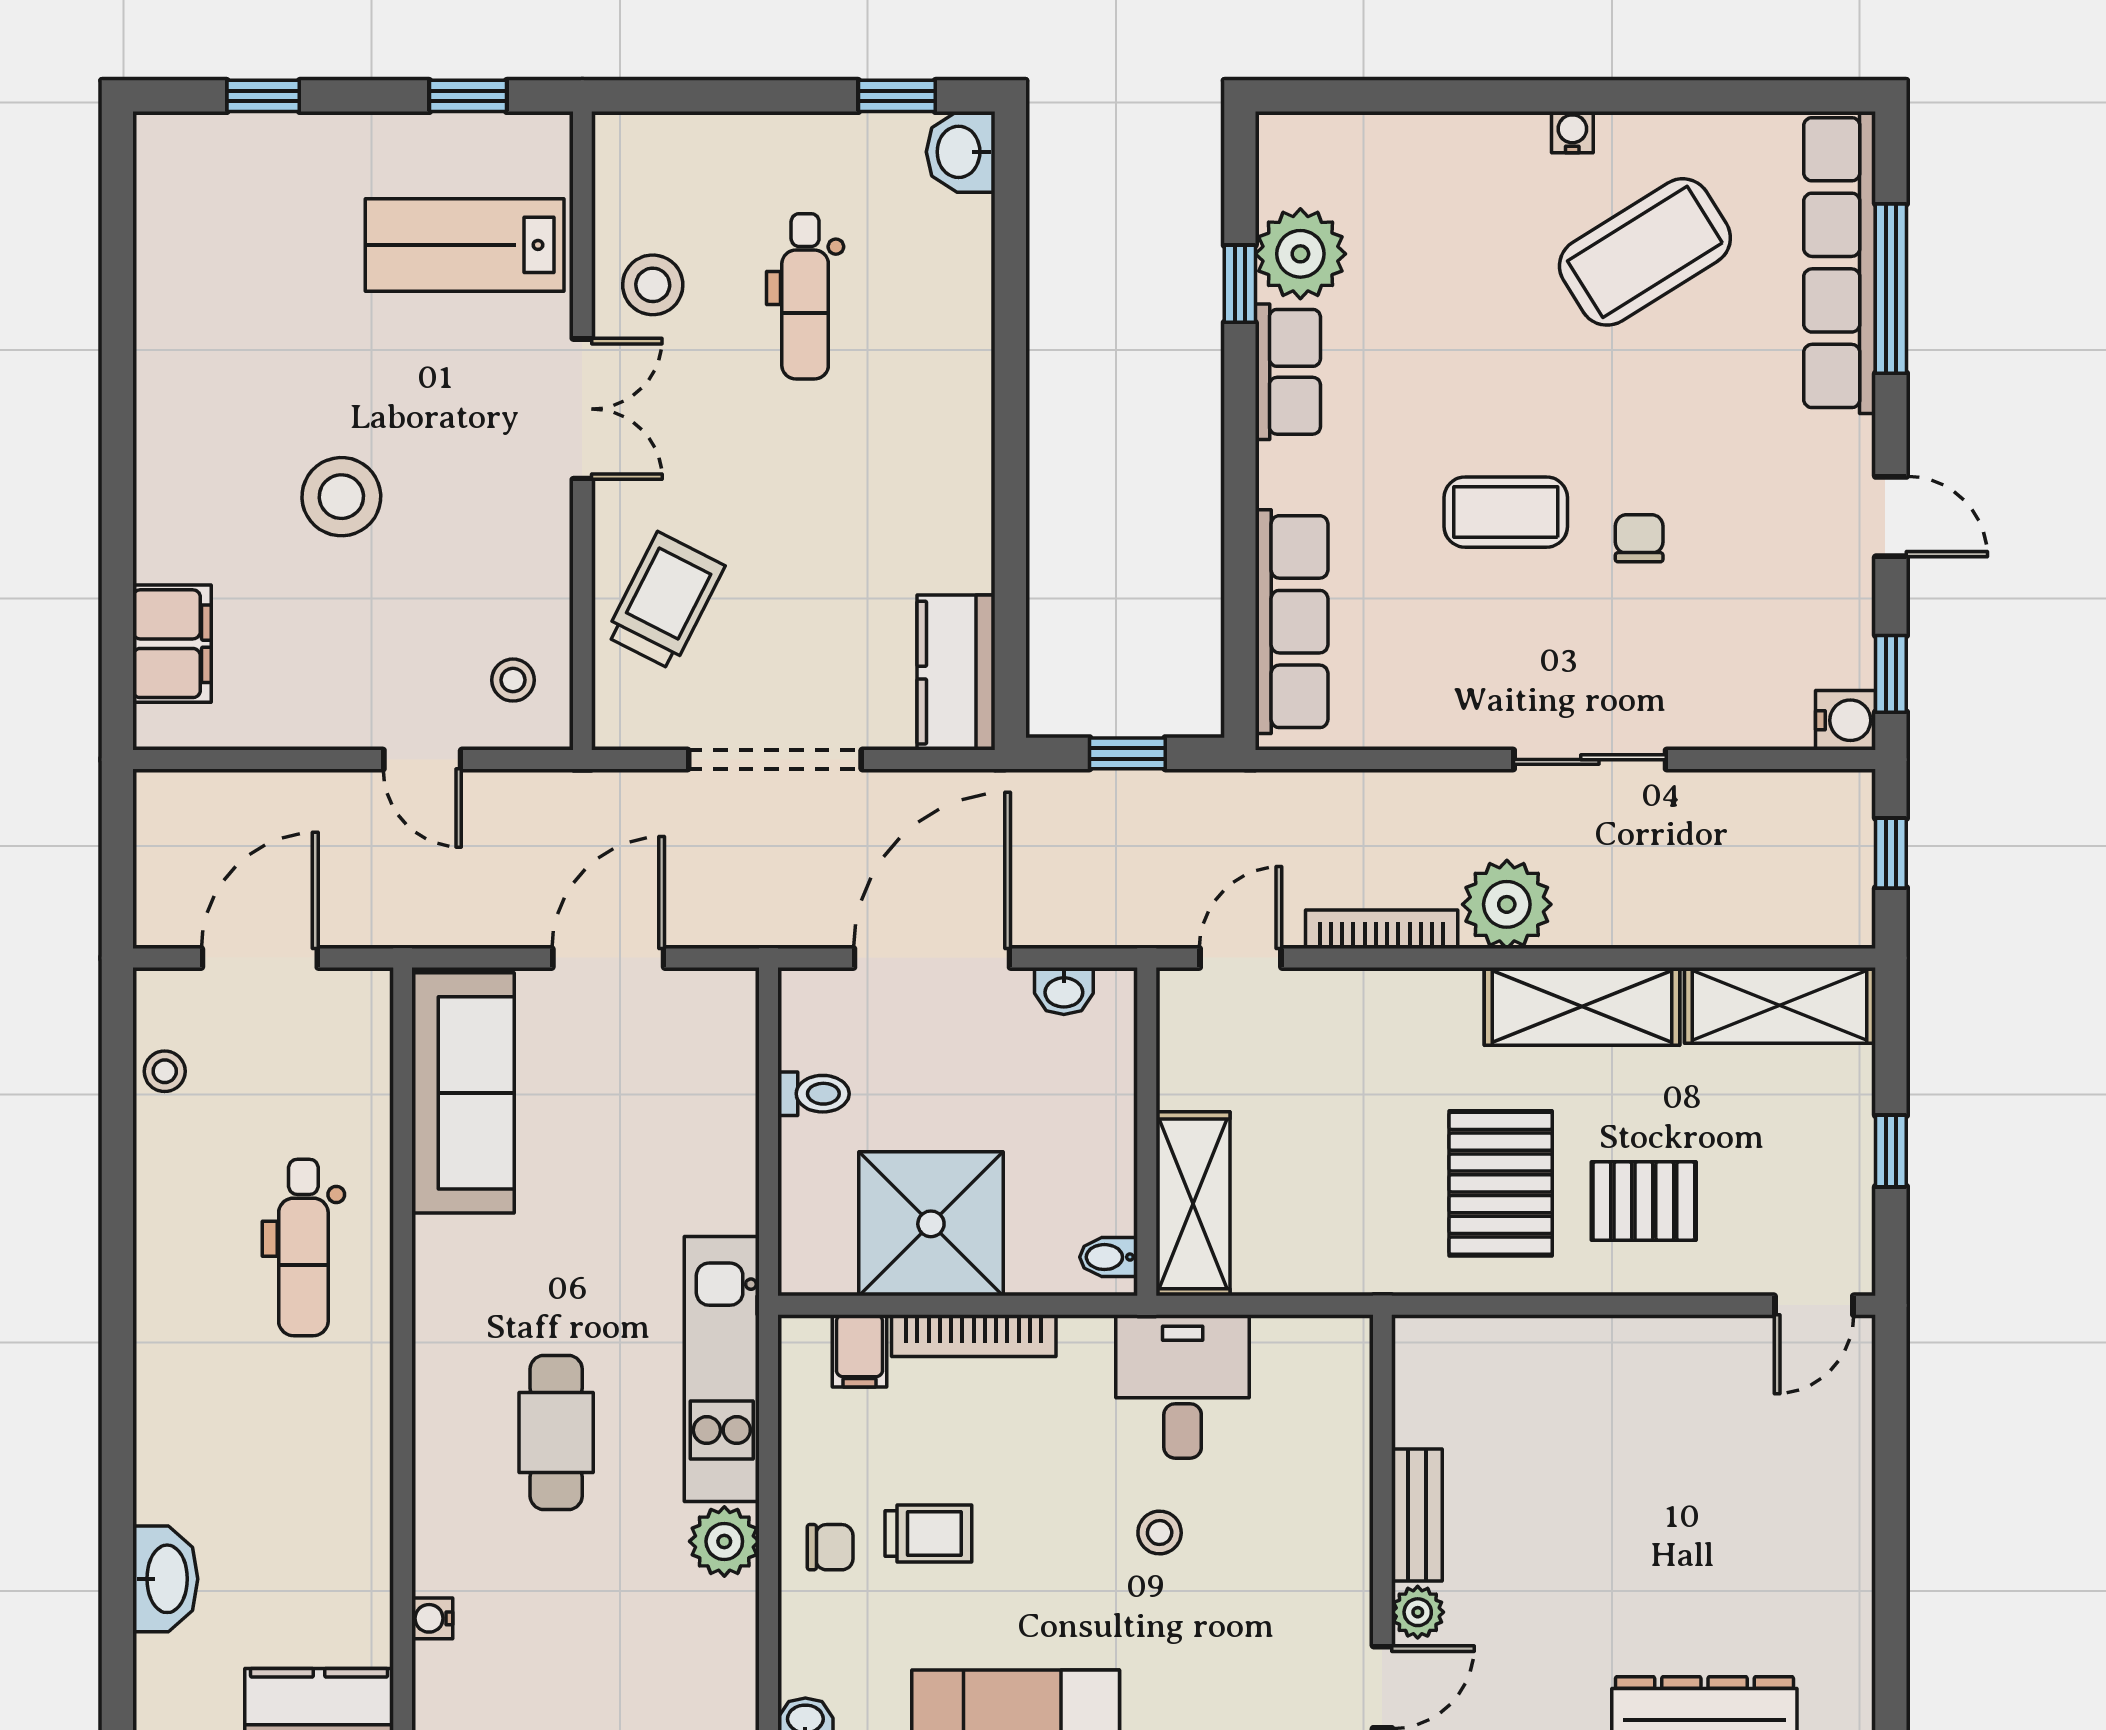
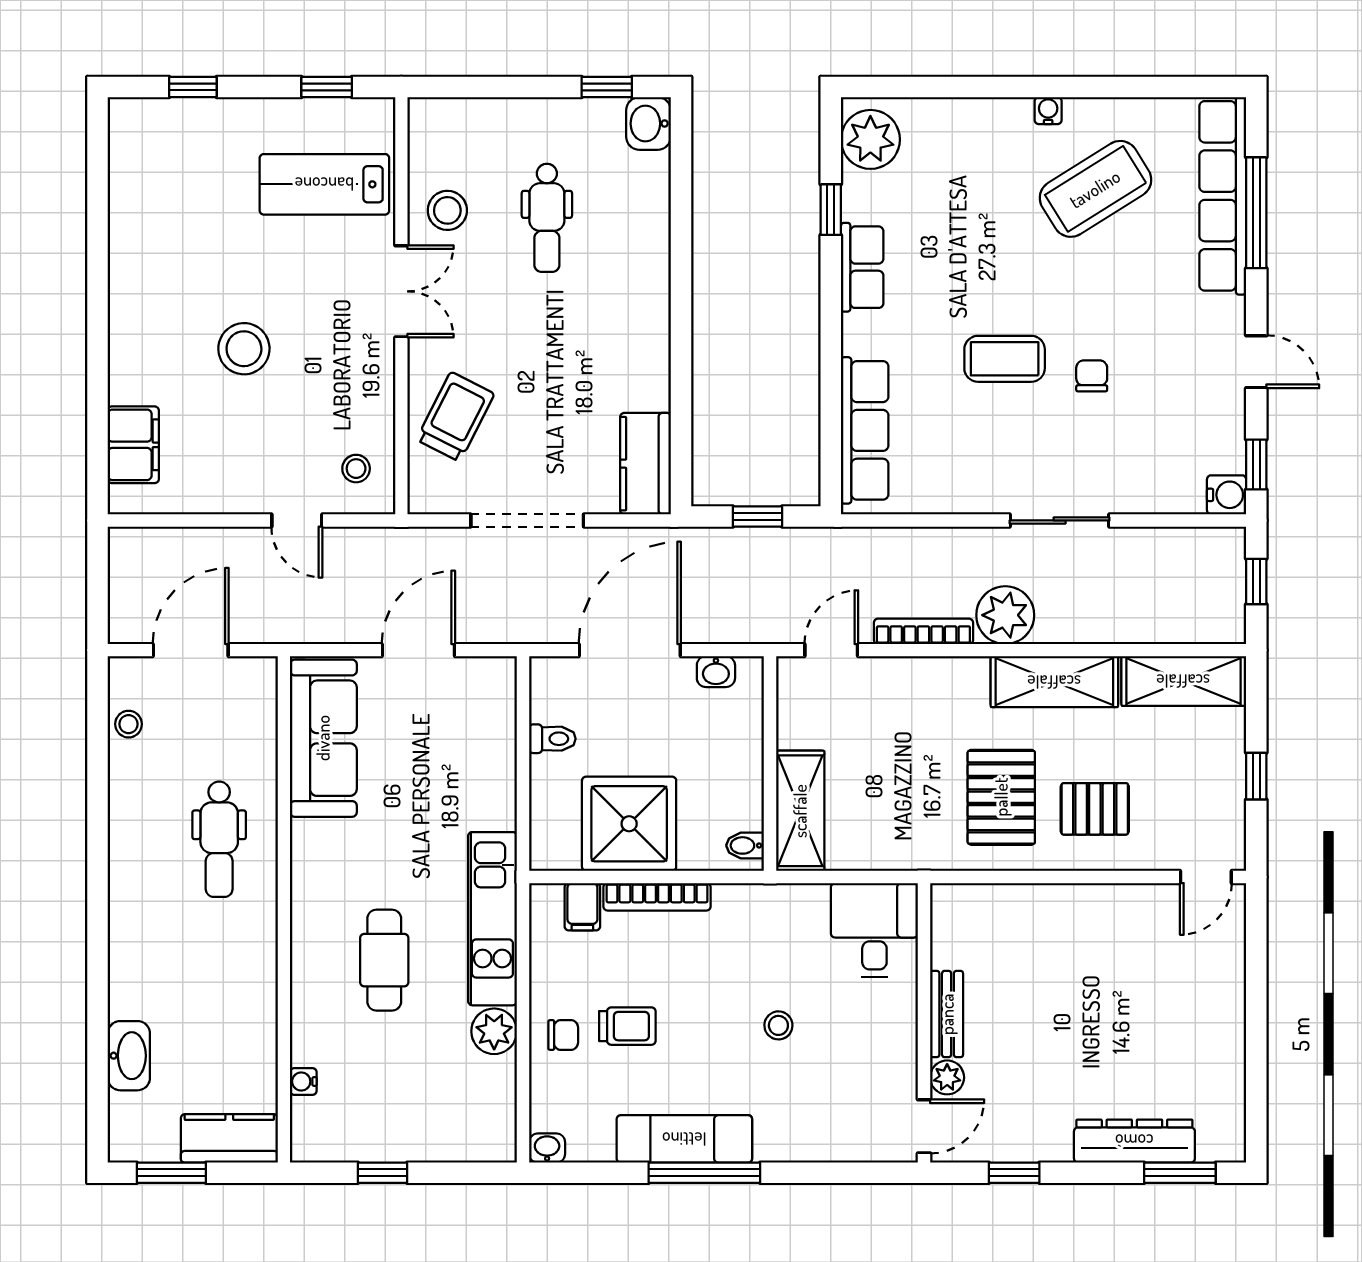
plant: (1300, 254) -> (870, 139), moved
desk: (1183, 1386) -> (874, 930), moved

